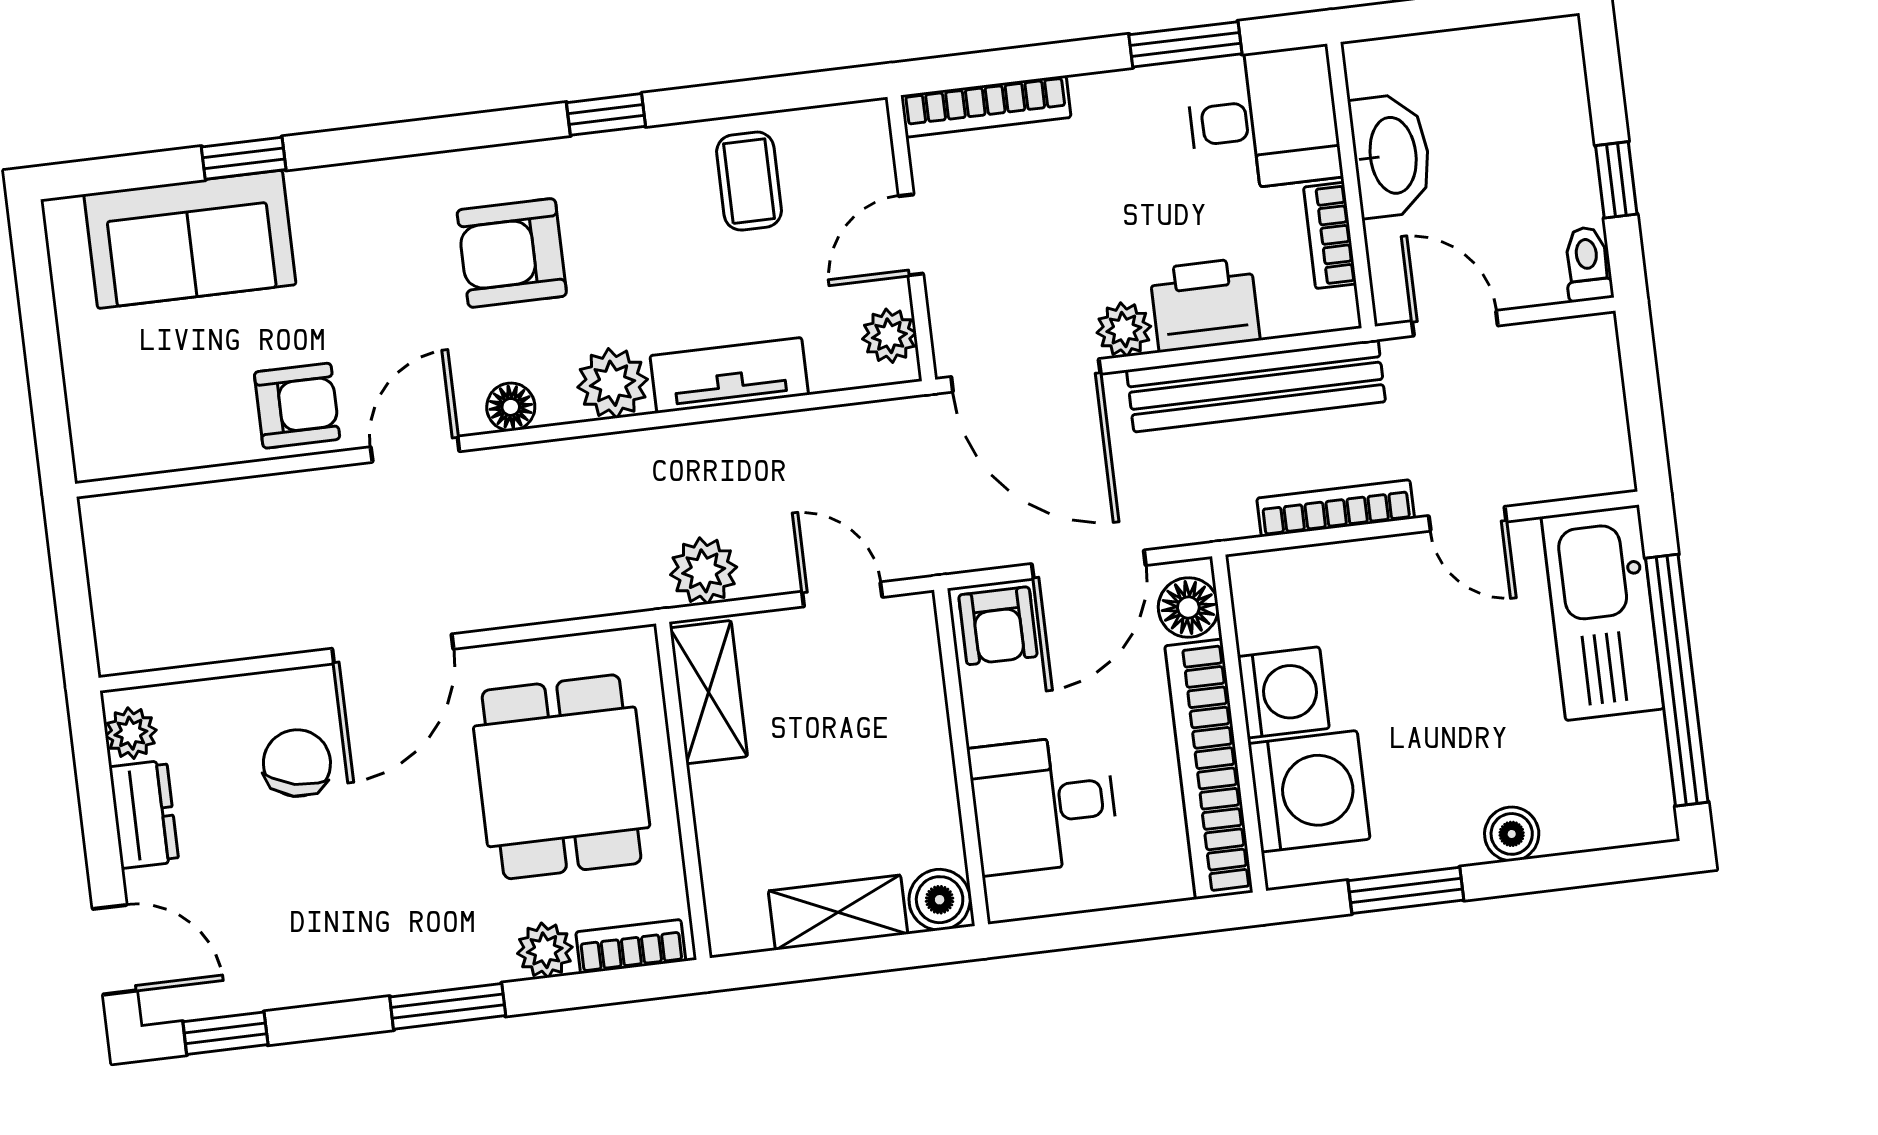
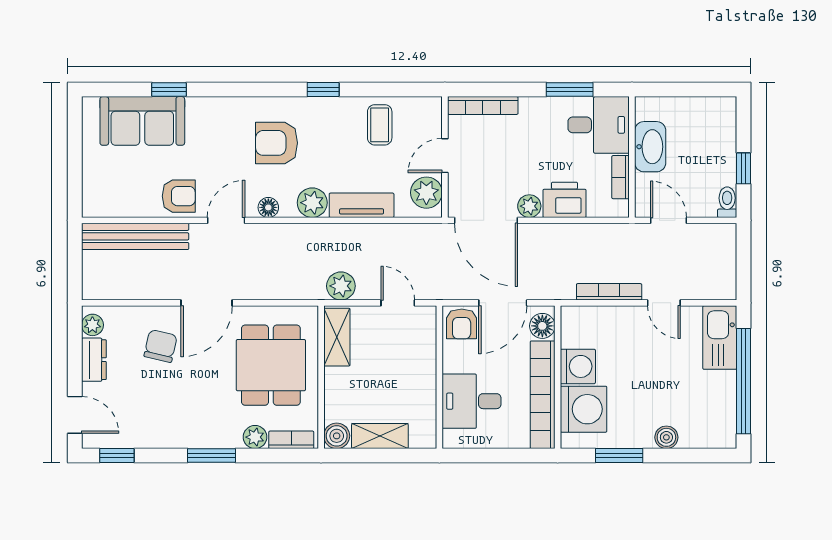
plant: (889, 336) -> (426, 193), width x1.38, depth x1.38
bench: (1256, 386) -> (135, 236), moved
kitchen sink: (1602, 613) -> (720, 338), width x0.73, depth x0.81
boiler: (940, 900) -> (337, 436), moved

